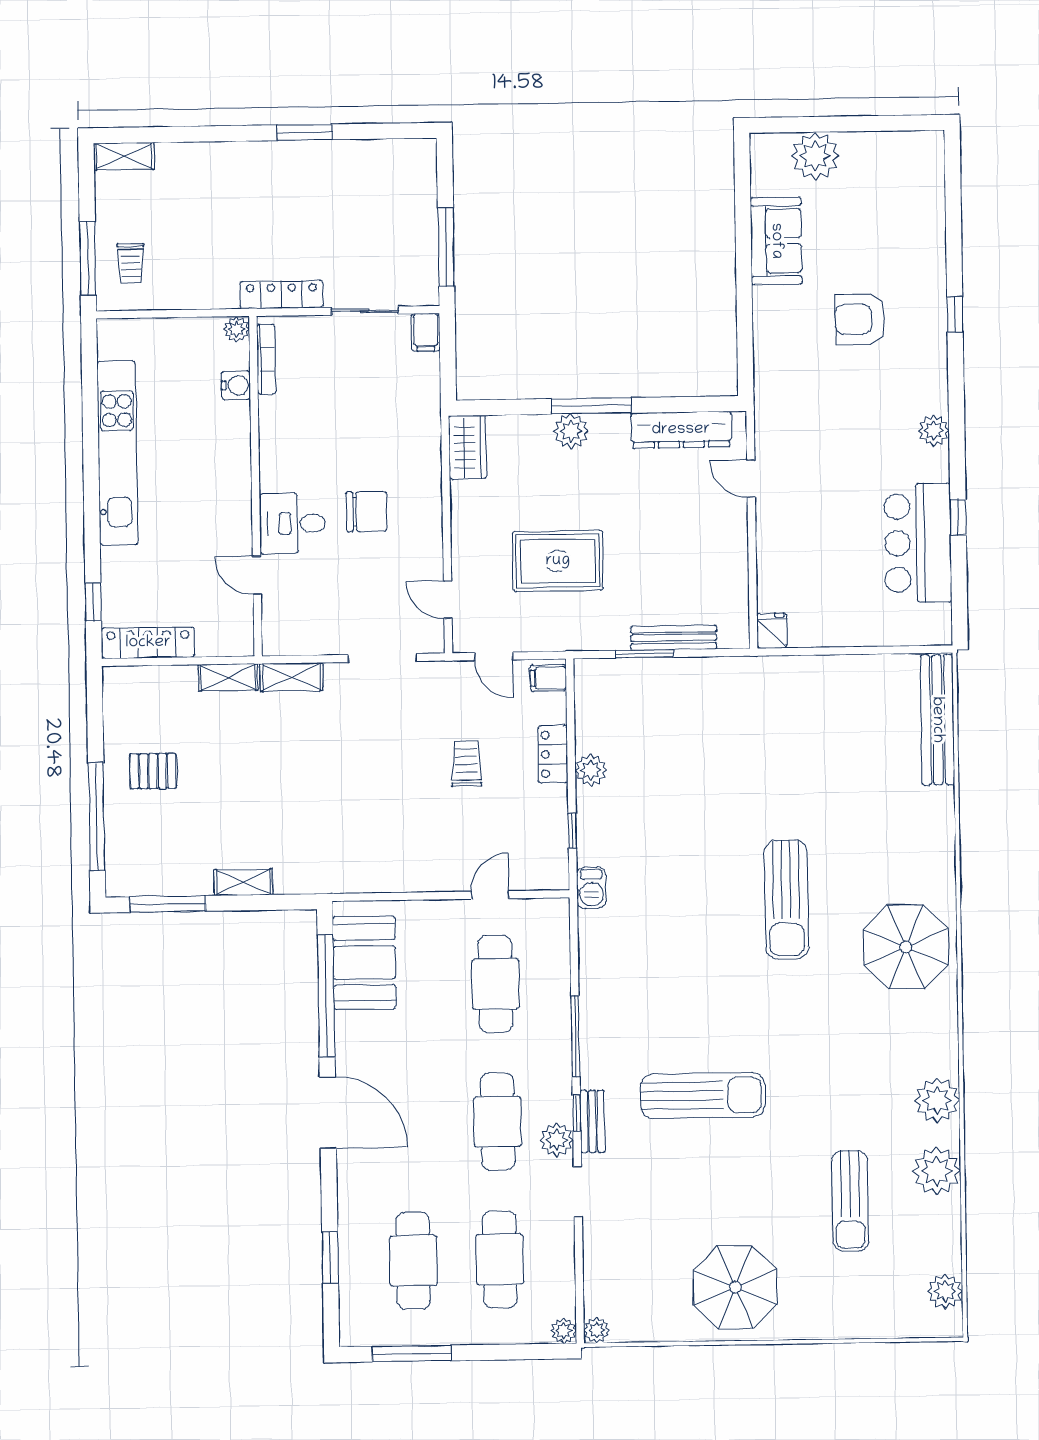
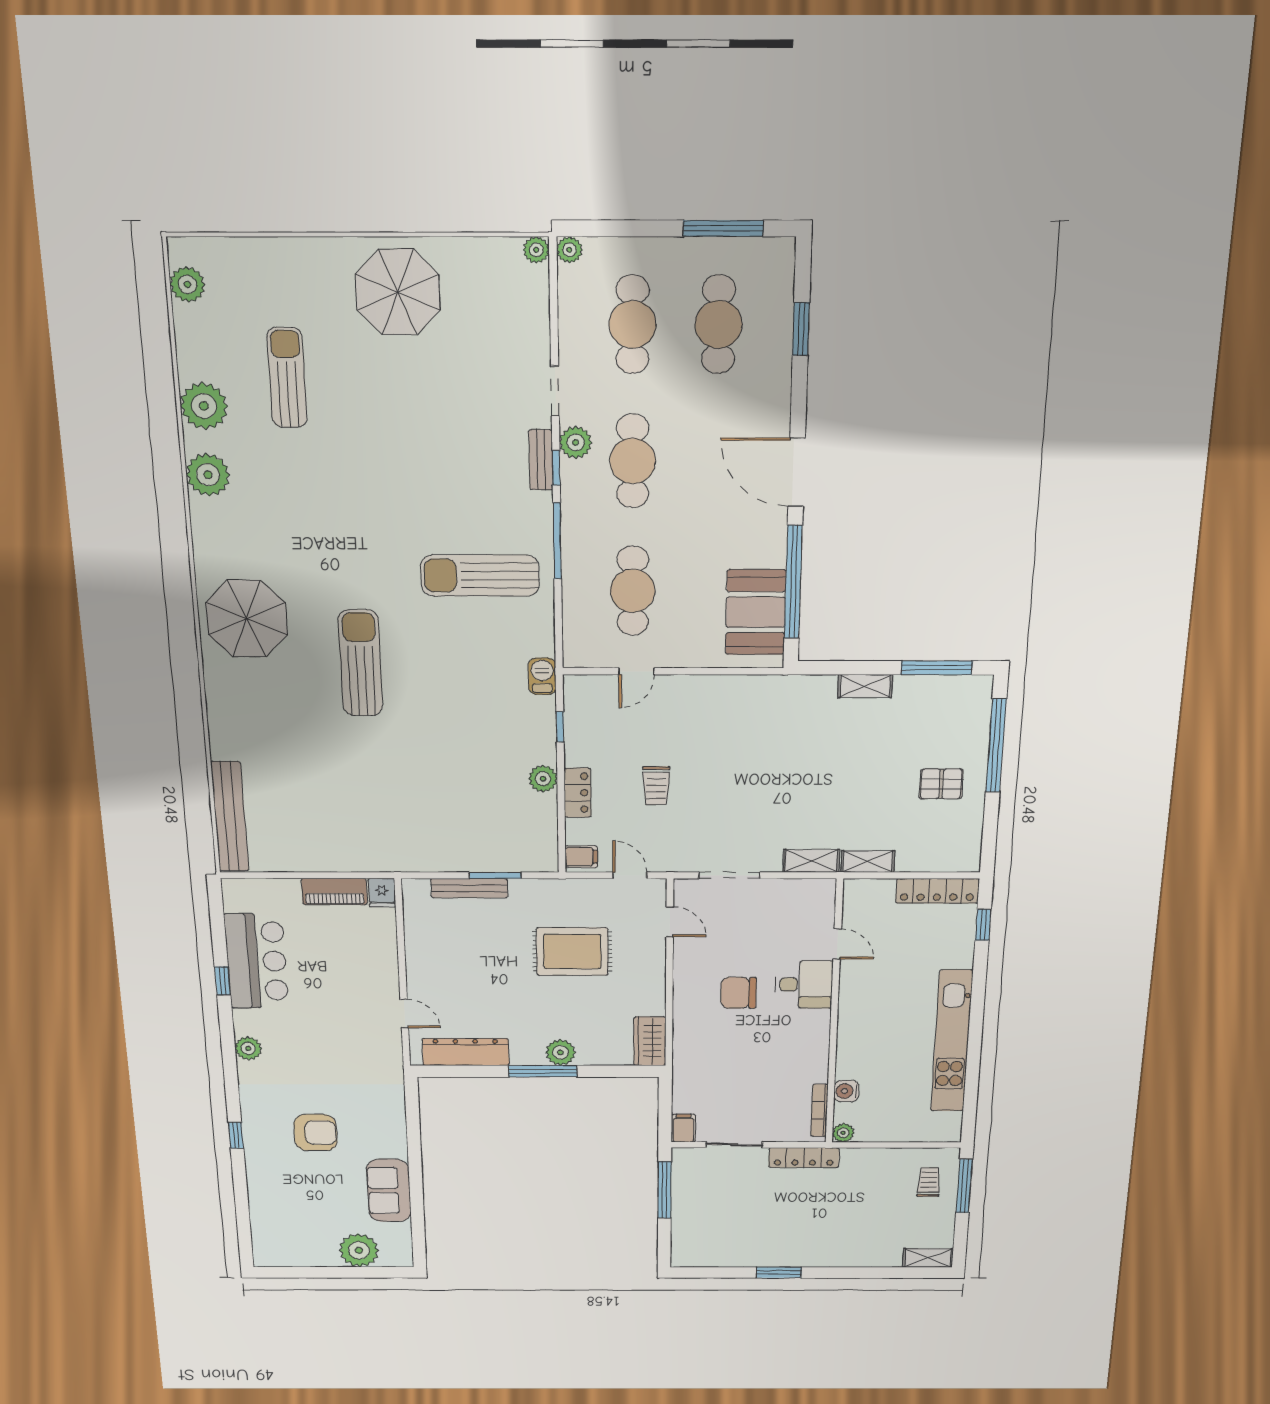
piano: (825, 631) -> (334, 892), added
sun lounger: (703, 1096) -> (480, 575), moved

